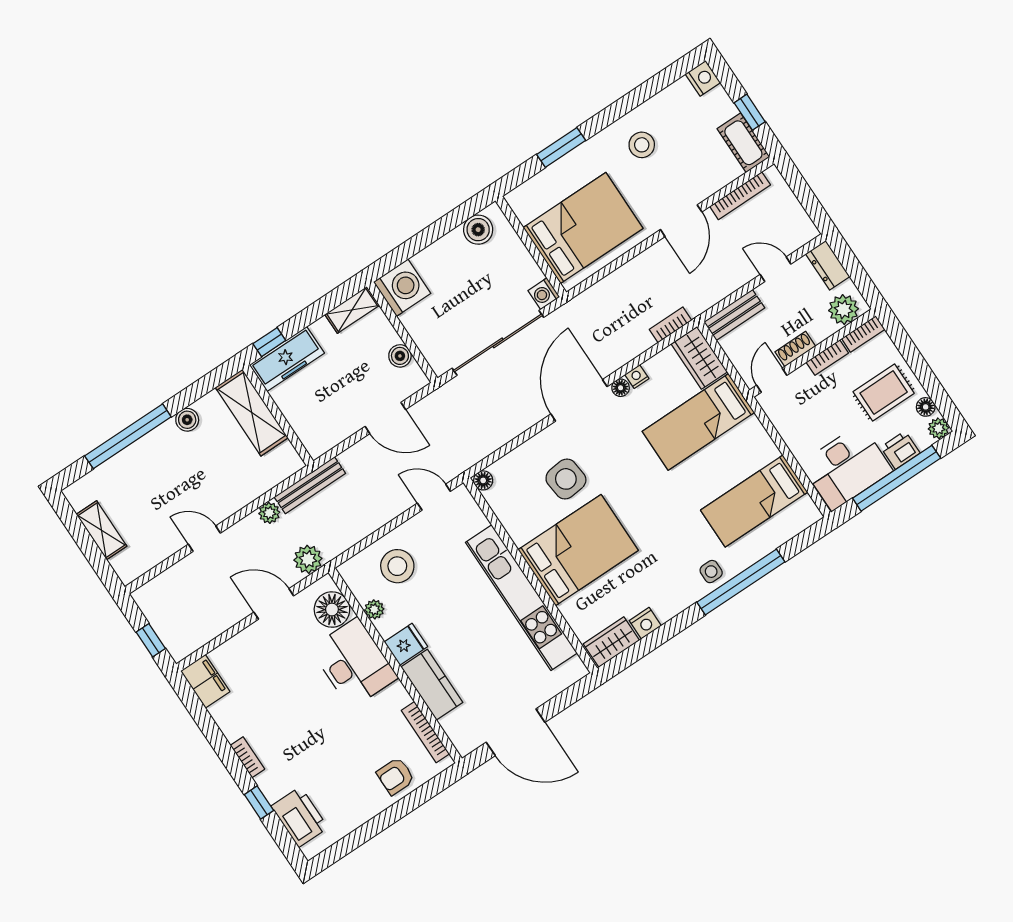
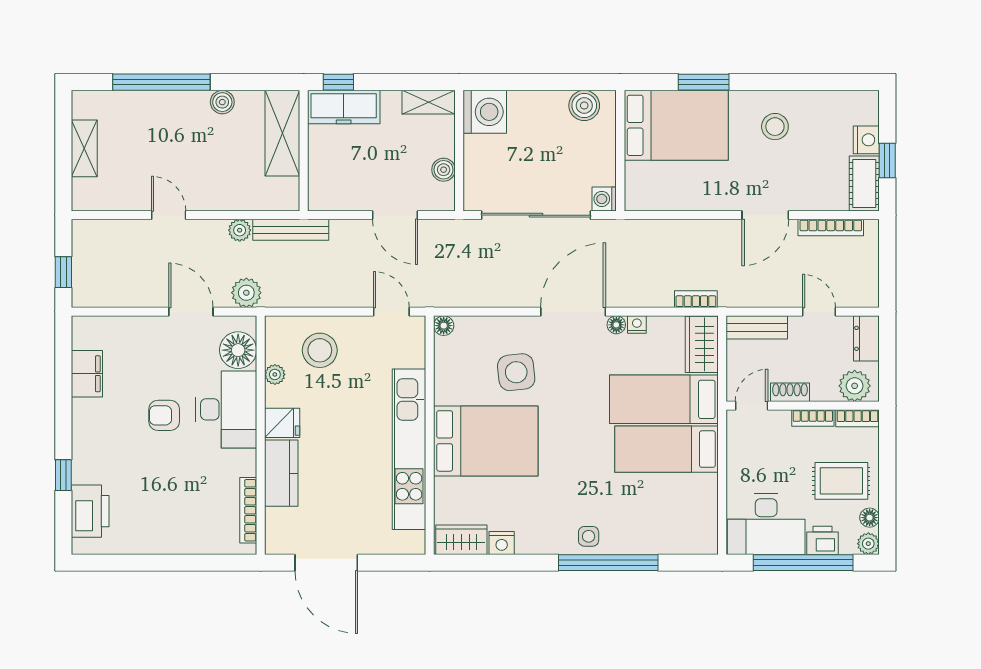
nightstand: (703, 78) -> (866, 140), moved
bed: (583, 228) -> (676, 125), moved
bed: (754, 501) -> (666, 449), moved
filing cabinet: (205, 681) -> (87, 374), moved
bookcase: (247, 757) -> (80, 429), removed
armchair: (396, 776) -> (164, 415), moved

